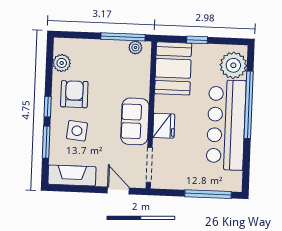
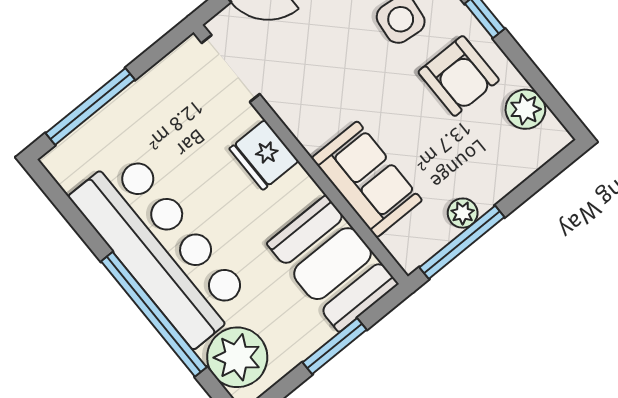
window: (197, 40) -> (335, 346), width x1.50
plant: (135, 48) -> (463, 213), moved
sofa: (135, 121) -> (367, 179), moved

